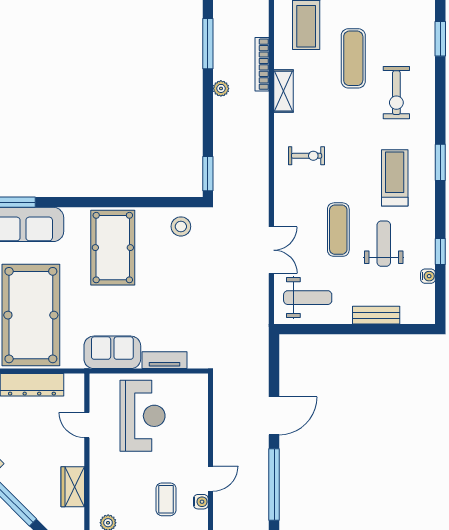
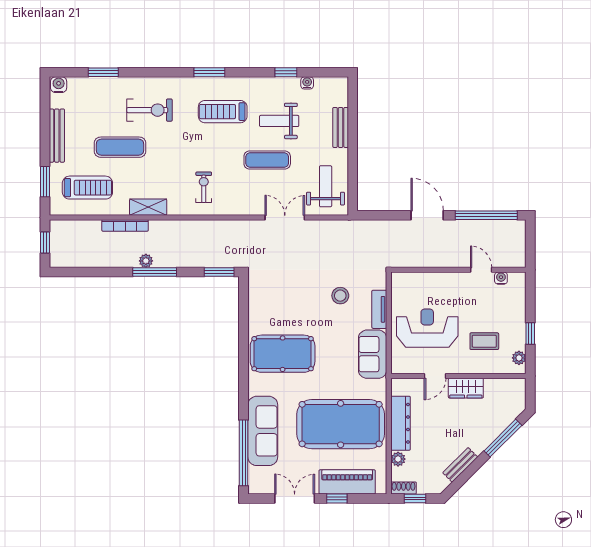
window: (208, 44) -> (155, 272), moved
stool: (181, 226) -> (340, 296), moved
wardrobe: (73, 487) -> (466, 388), moved
coffee table: (166, 499) -> (484, 341), moved

